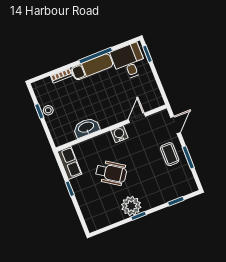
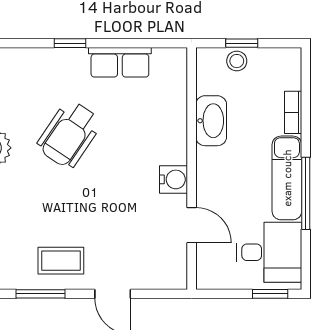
door: (137, 118) -> (192, 225), moved
washbasin: (86, 128) -> (211, 121), moved
wall: (111, 128) -> (192, 168), moved
water cooler: (119, 134) -> (174, 179), moved

